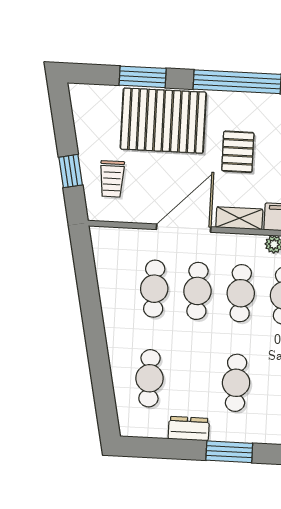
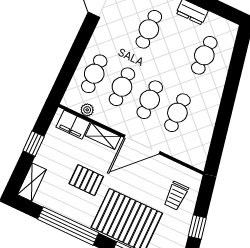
pallet: (238, 152) -> (86, 180), turned 90
window: (71, 171) -> (197, 227), moved
trolley: (112, 179) -> (176, 196), turned 180

